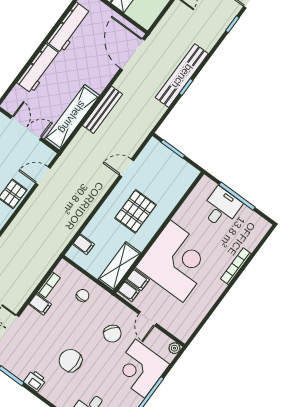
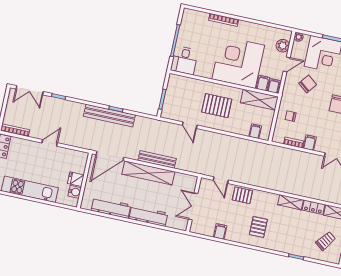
shelving: (72, 117) -> (148, 173), moved
desk: (221, 208) -> (184, 60), moved, turned -90
plant: (172, 324) -> (283, 46), added

